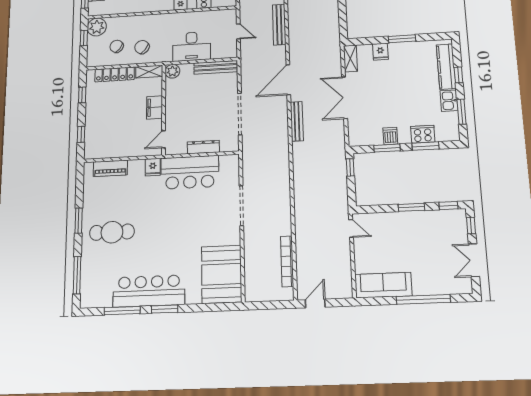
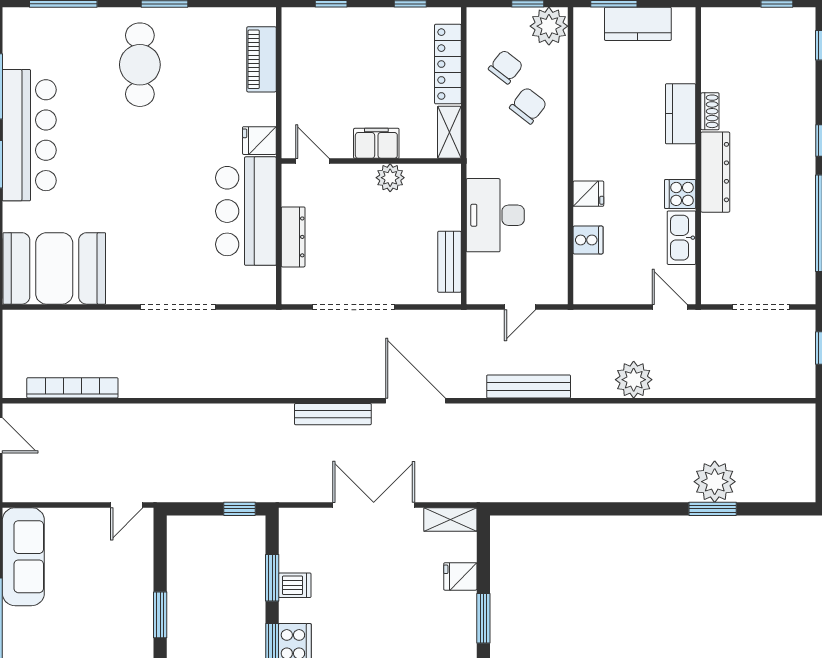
chair: (142, 47) -> (528, 106), moved
bench: (216, 67) -> (449, 262), width x0.73
plant: (172, 71) -> (390, 178), moved

